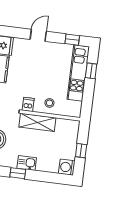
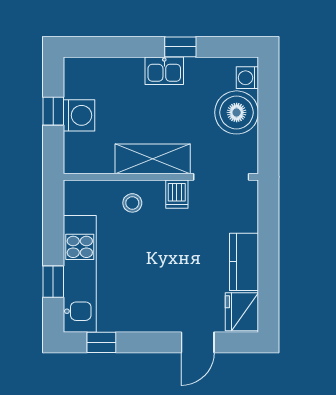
door: (38, 35) -> (198, 342), moved
washing machine: (67, 167) -> (79, 115), moved

